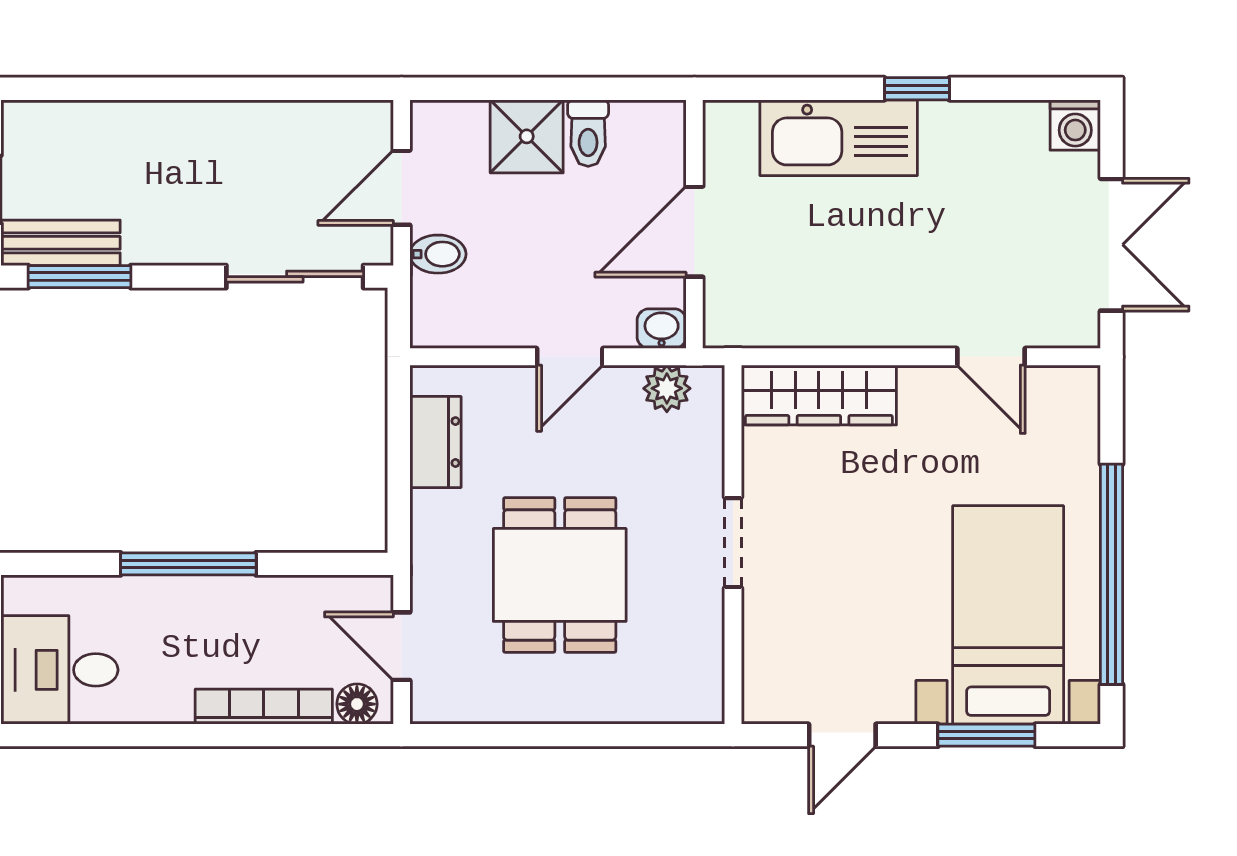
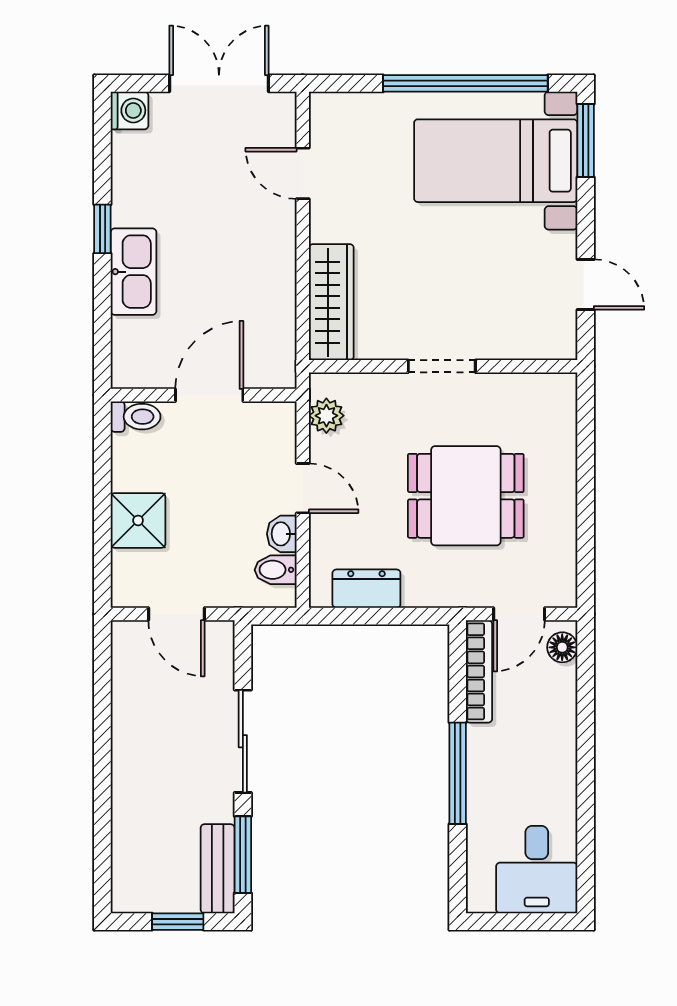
toilet: (588, 133) -> (136, 417), moved
kitchen sink: (839, 138) -> (134, 272), width x0.73, depth x0.81
door: (694, 232) -> (209, 395), swing flipped
bidet: (438, 254) -> (276, 570), moved, turned -90
sliding door: (295, 277) -> (243, 741), moved
washbasin: (662, 329) -> (282, 534), moved
door: (991, 357) -> (303, 173), swing flipped
bookcase: (264, 707) -> (479, 671), moved, turned 180
window: (986, 735) -> (586, 140), moved

